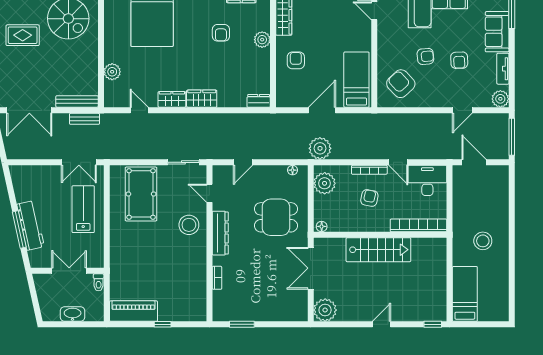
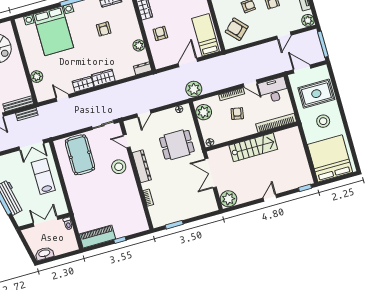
plant: (262, 40) -> (139, 45), moved
rug: (484, 201) -> (316, 94), added
bed: (465, 294) -> (330, 158), width x2.04
washbasin: (73, 314) -> (44, 254), moved

